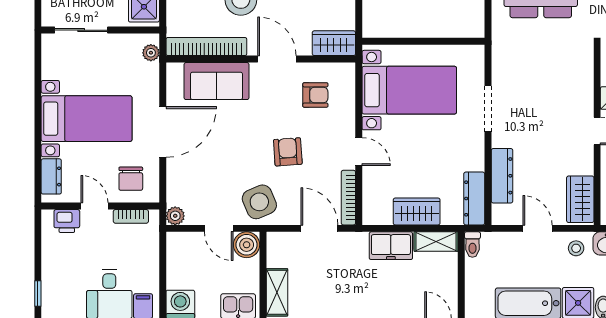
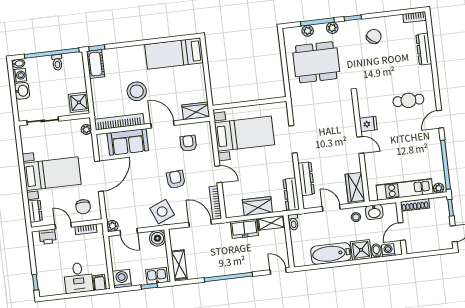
armchair: (315, 95) -> (188, 143), turned -90
door: (219, 228) -> (129, 232), moved

